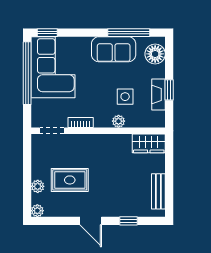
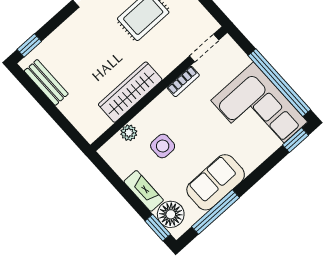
window: (169, 90) -> (158, 228), moved
fireplace: (159, 94) -> (144, 191), moved
plant: (118, 121) -> (129, 133), moved
wardrobe: (149, 143) -> (130, 92), moved, width x1.50
window: (129, 221) -> (29, 45), moved

